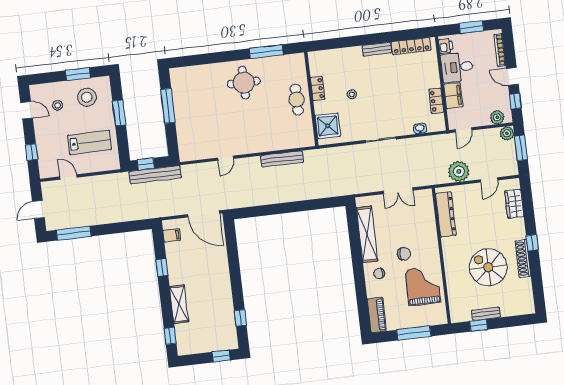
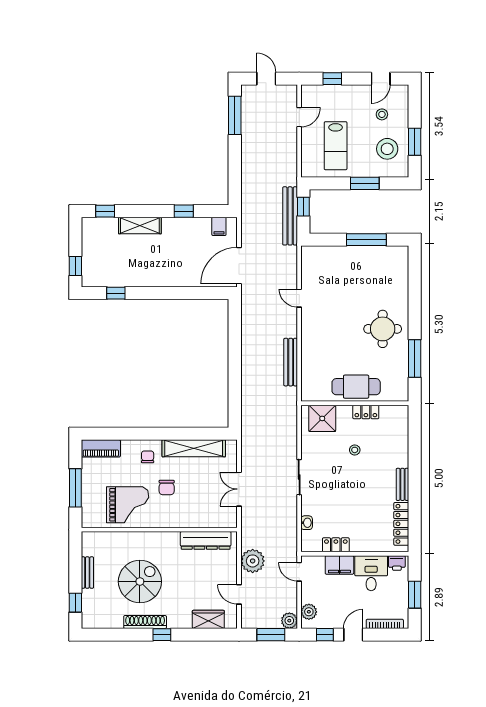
cafe table: (297, 100) -> (356, 387), width x1.37, depth x1.35
window: (479, 325) -> (75, 603), moved

